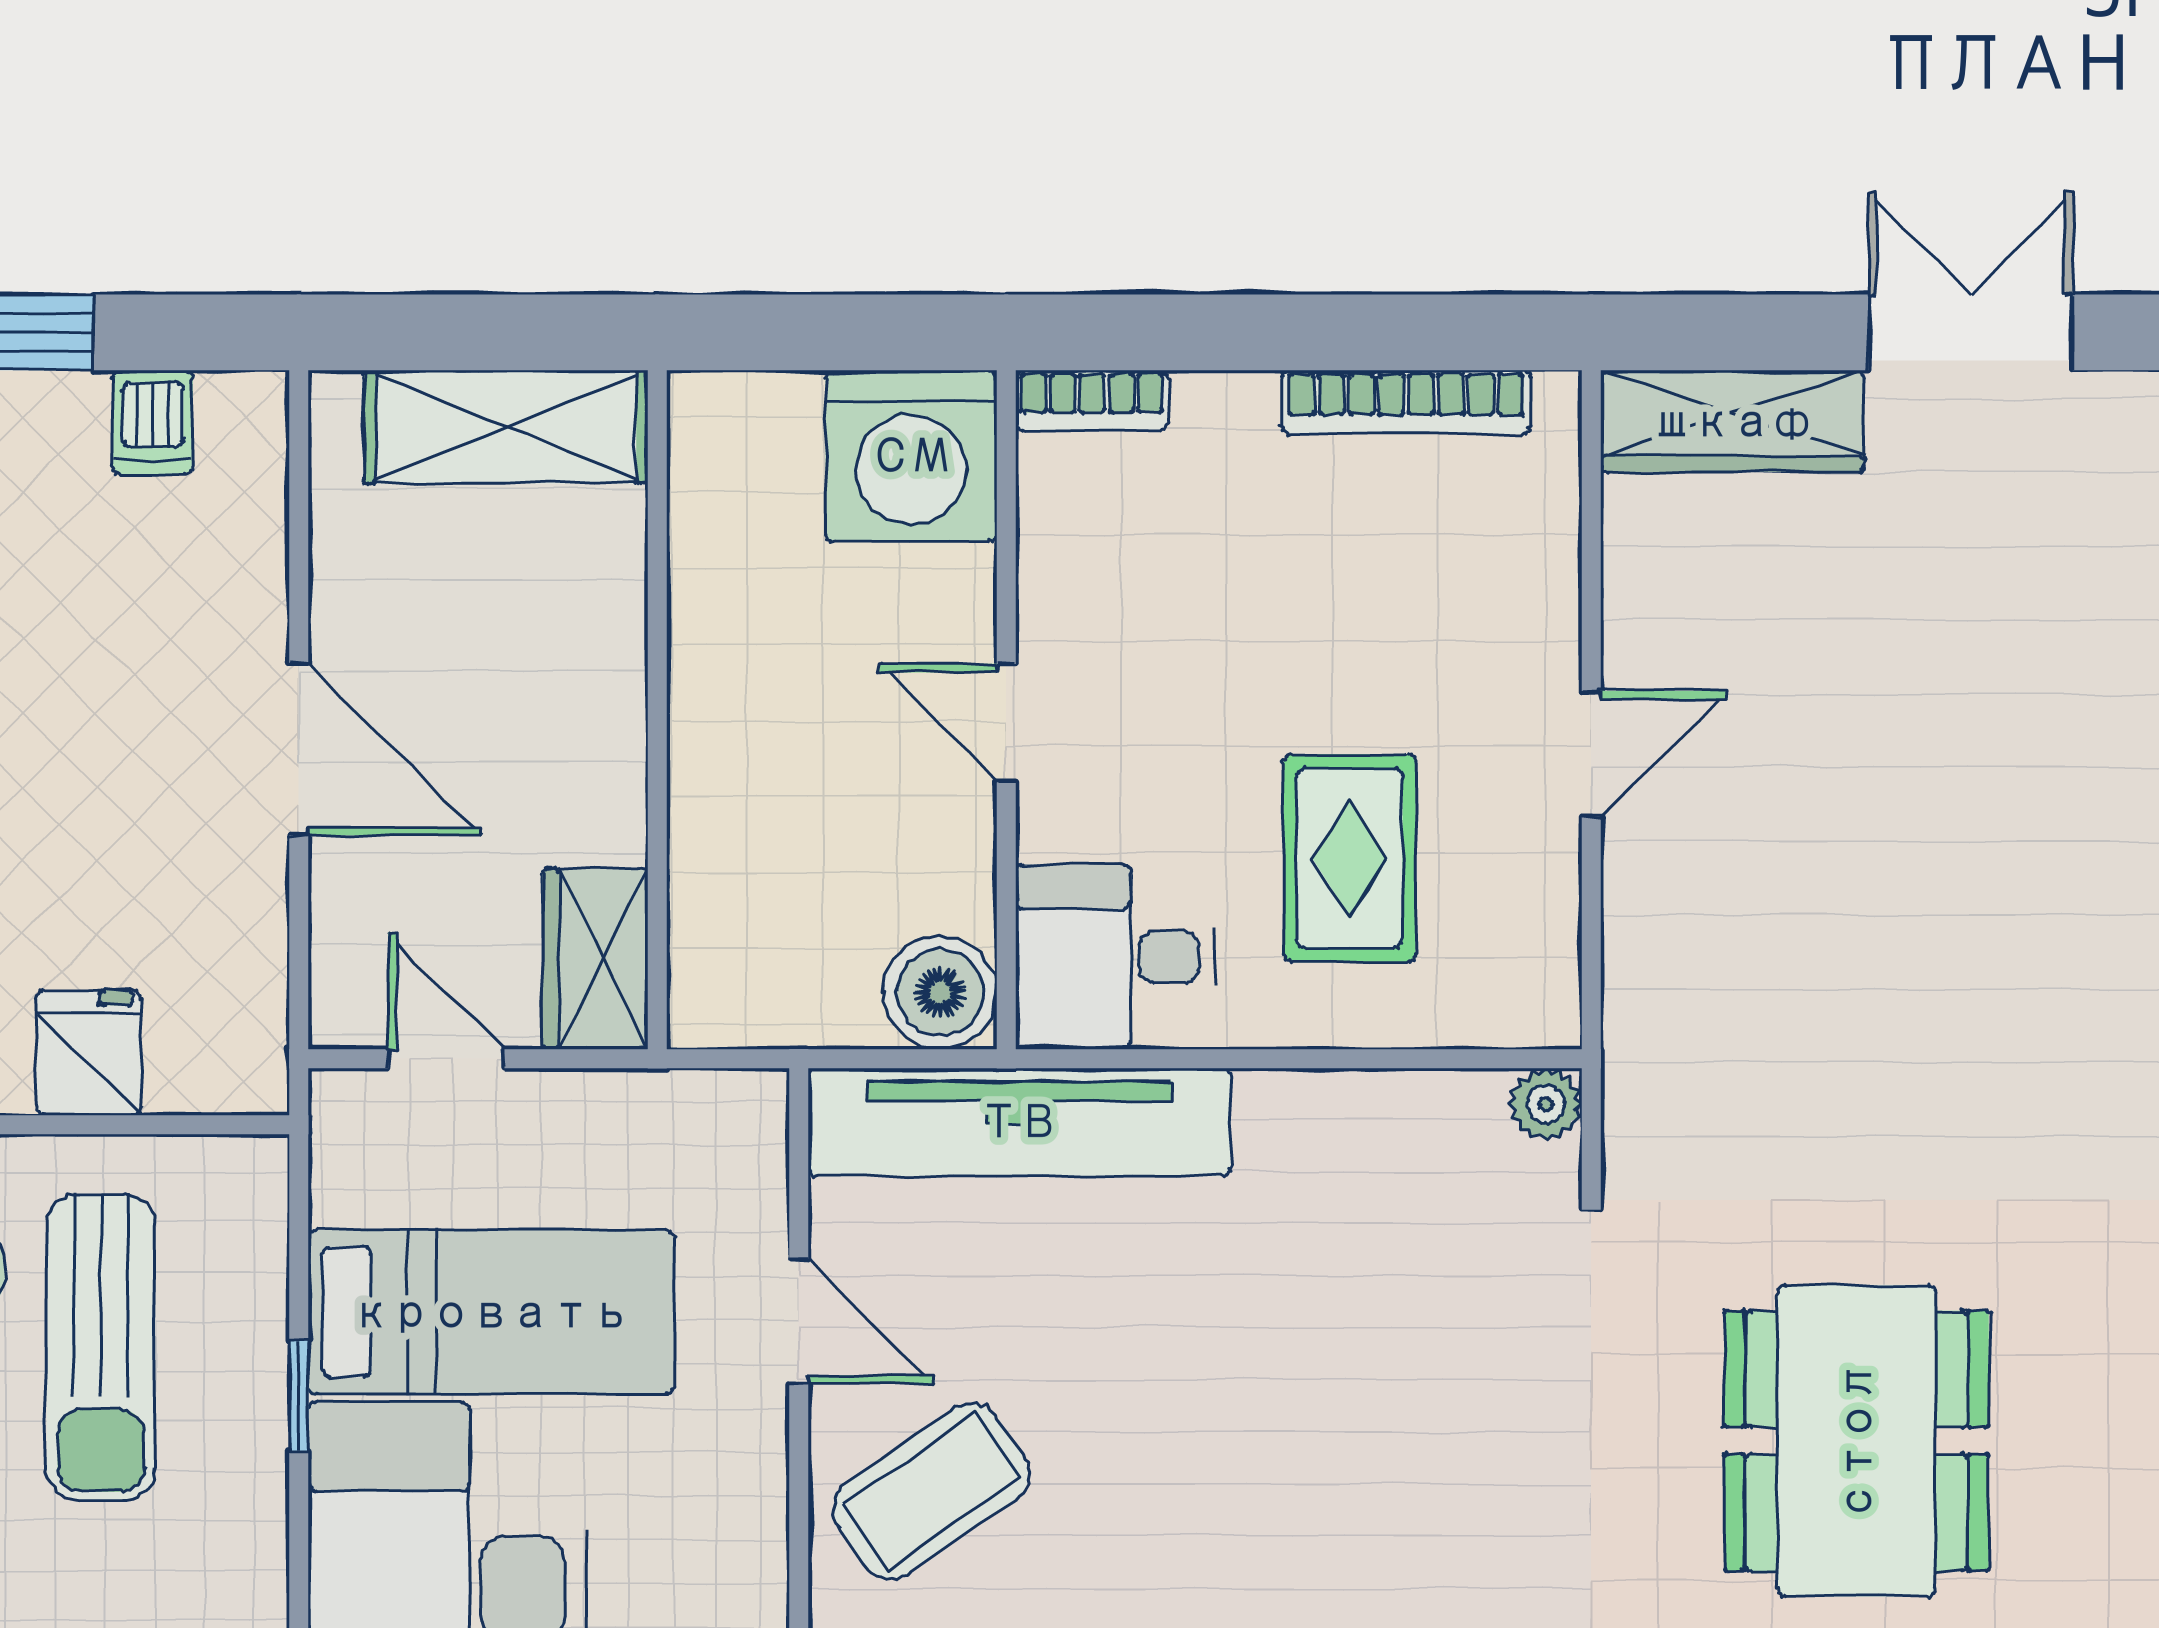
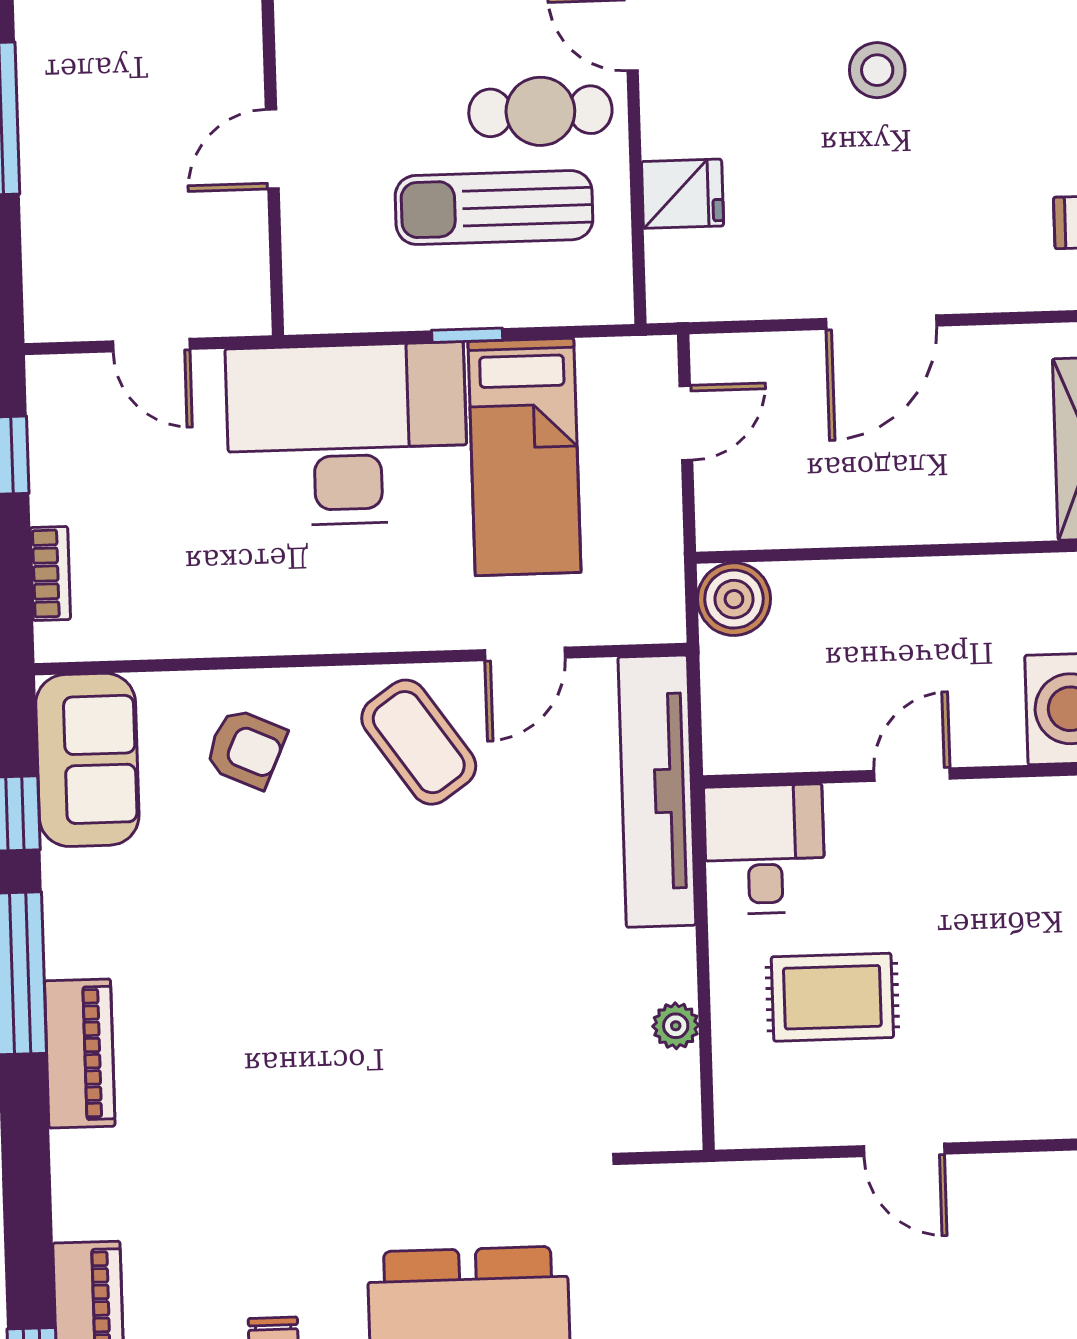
wardrobe: (595, 959) -> (753, 516), removed
boiler: (940, 992) -> (734, 599), moved
plant: (1546, 1104) -> (676, 1026), moved

